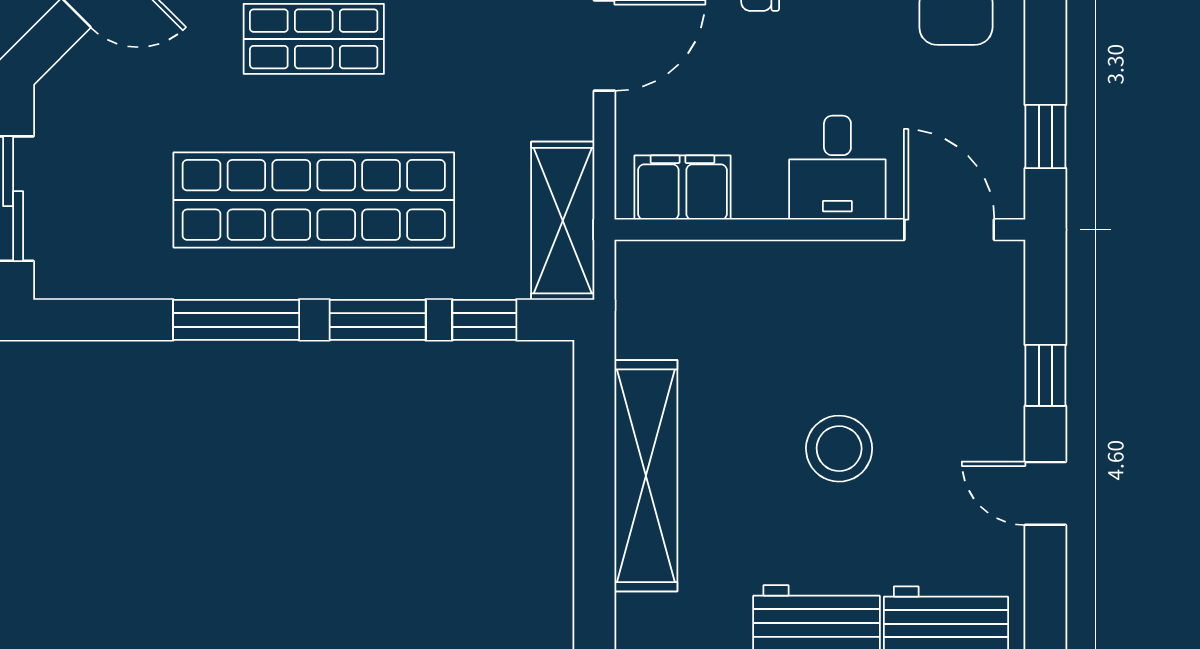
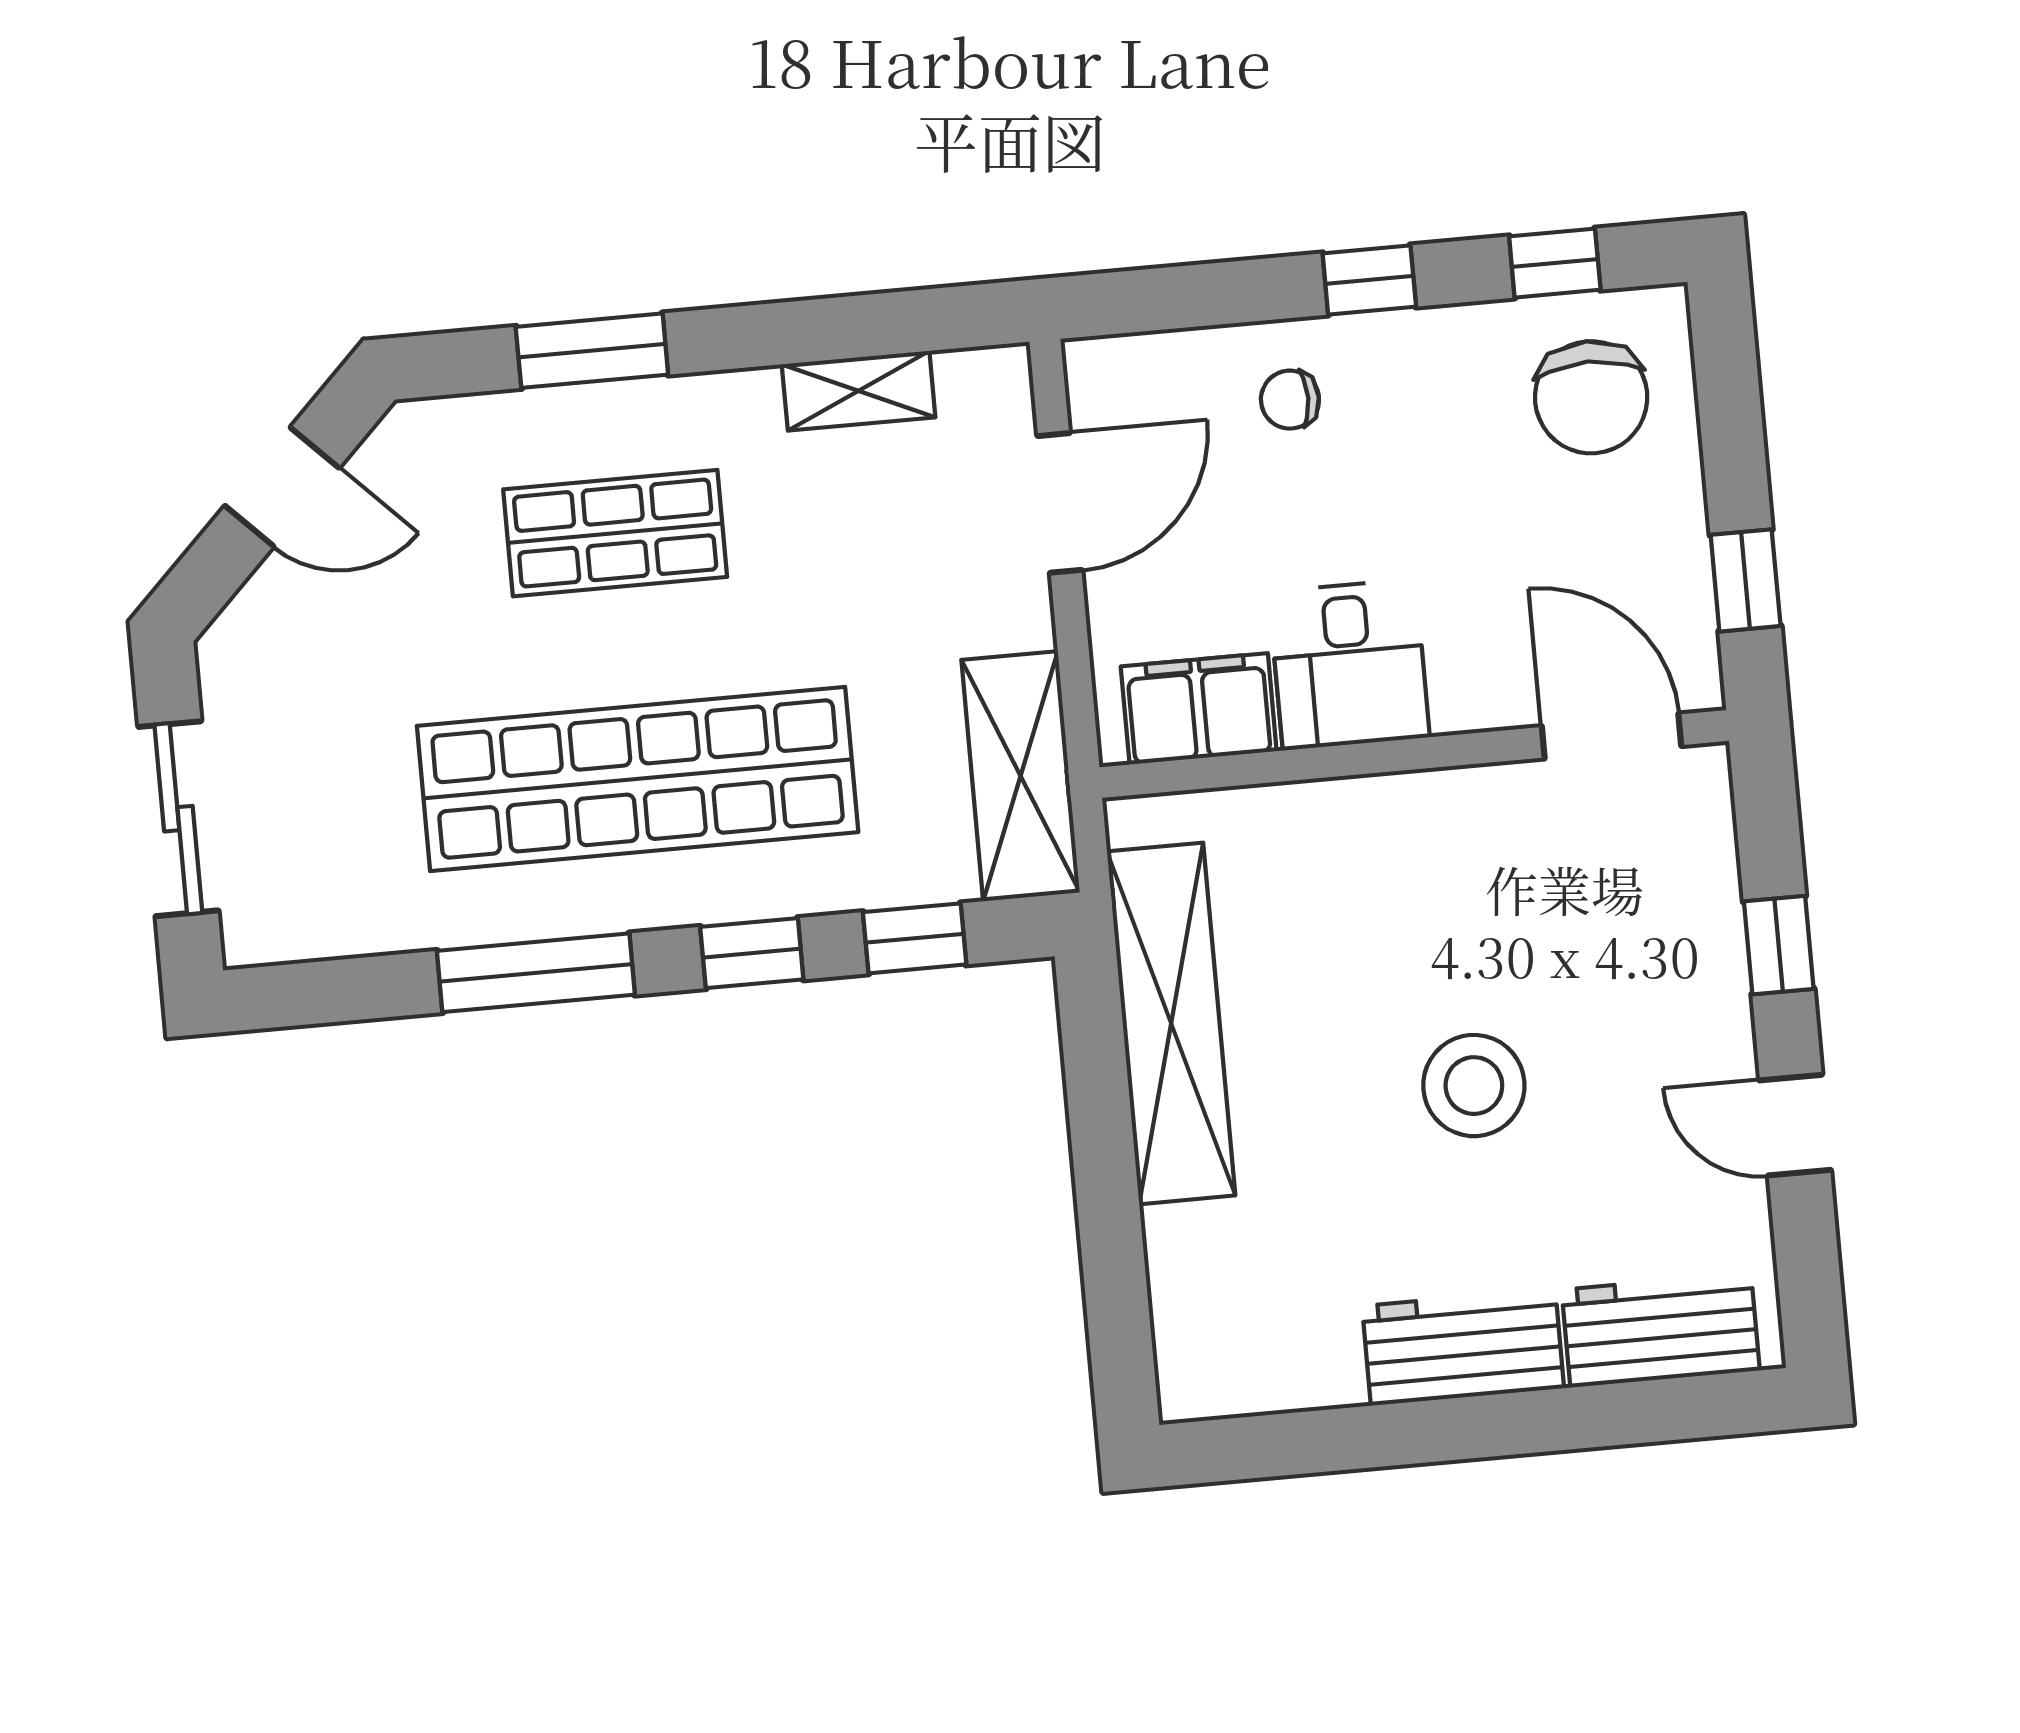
desk: (837, 168) -> (1349, 665), moved
window: (378, 320) -> (752, 953), width x0.67
shelving: (646, 476) -> (1171, 1023), moved

